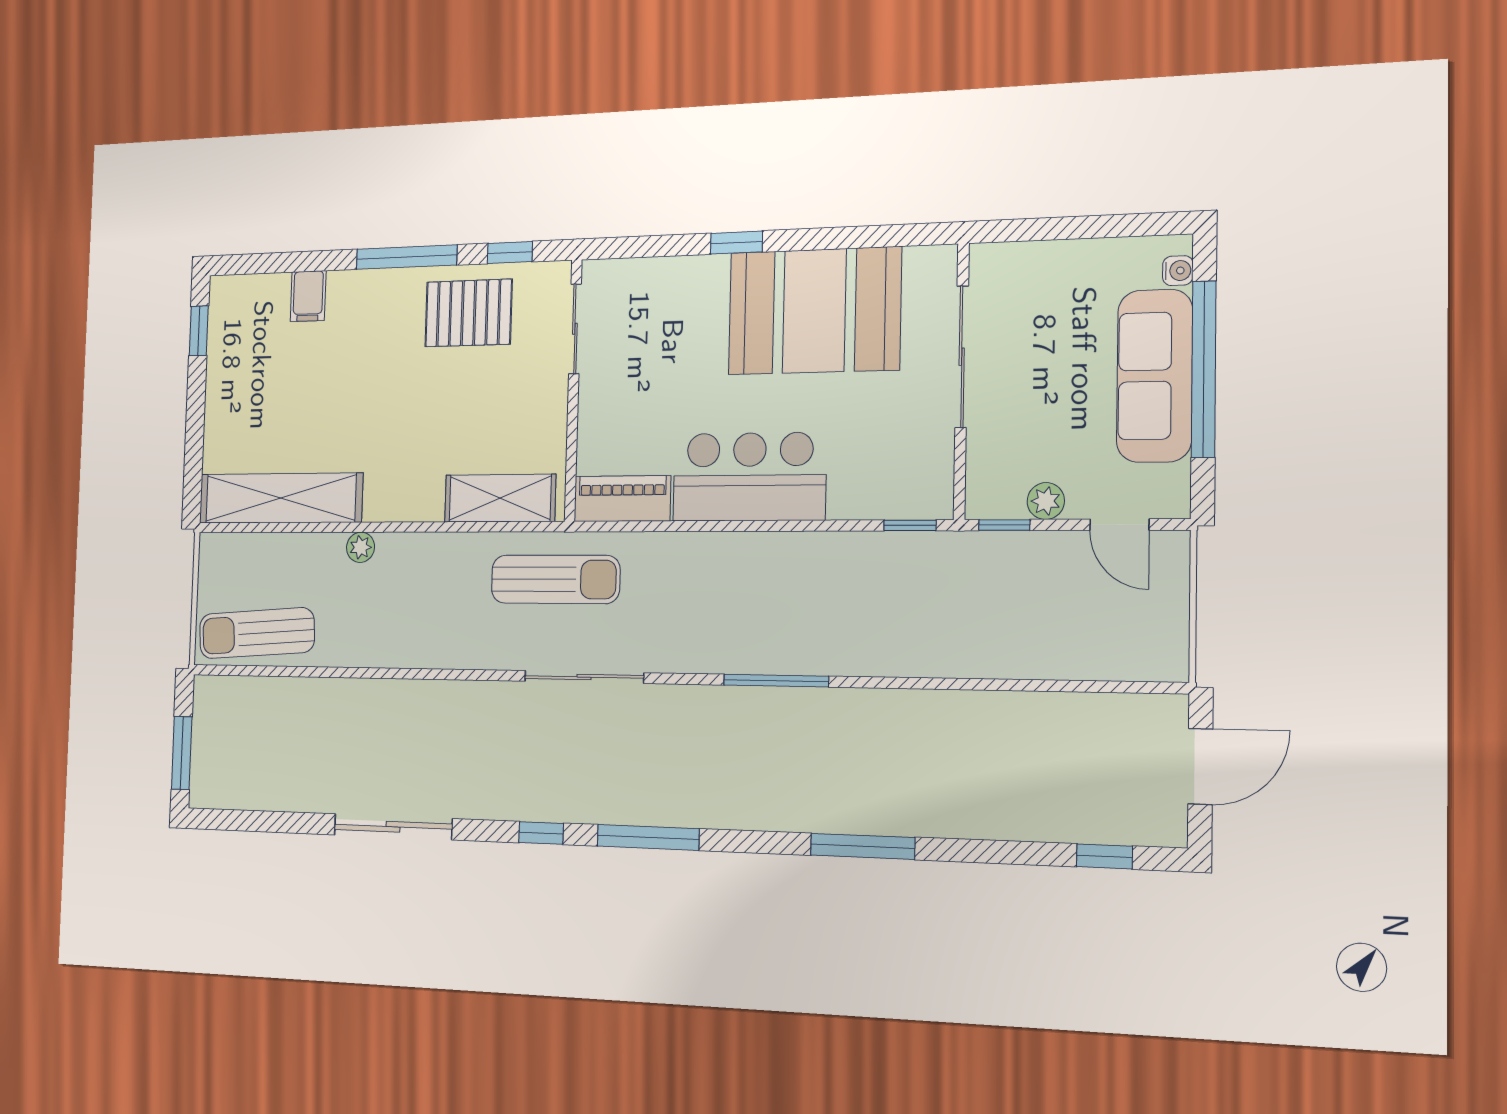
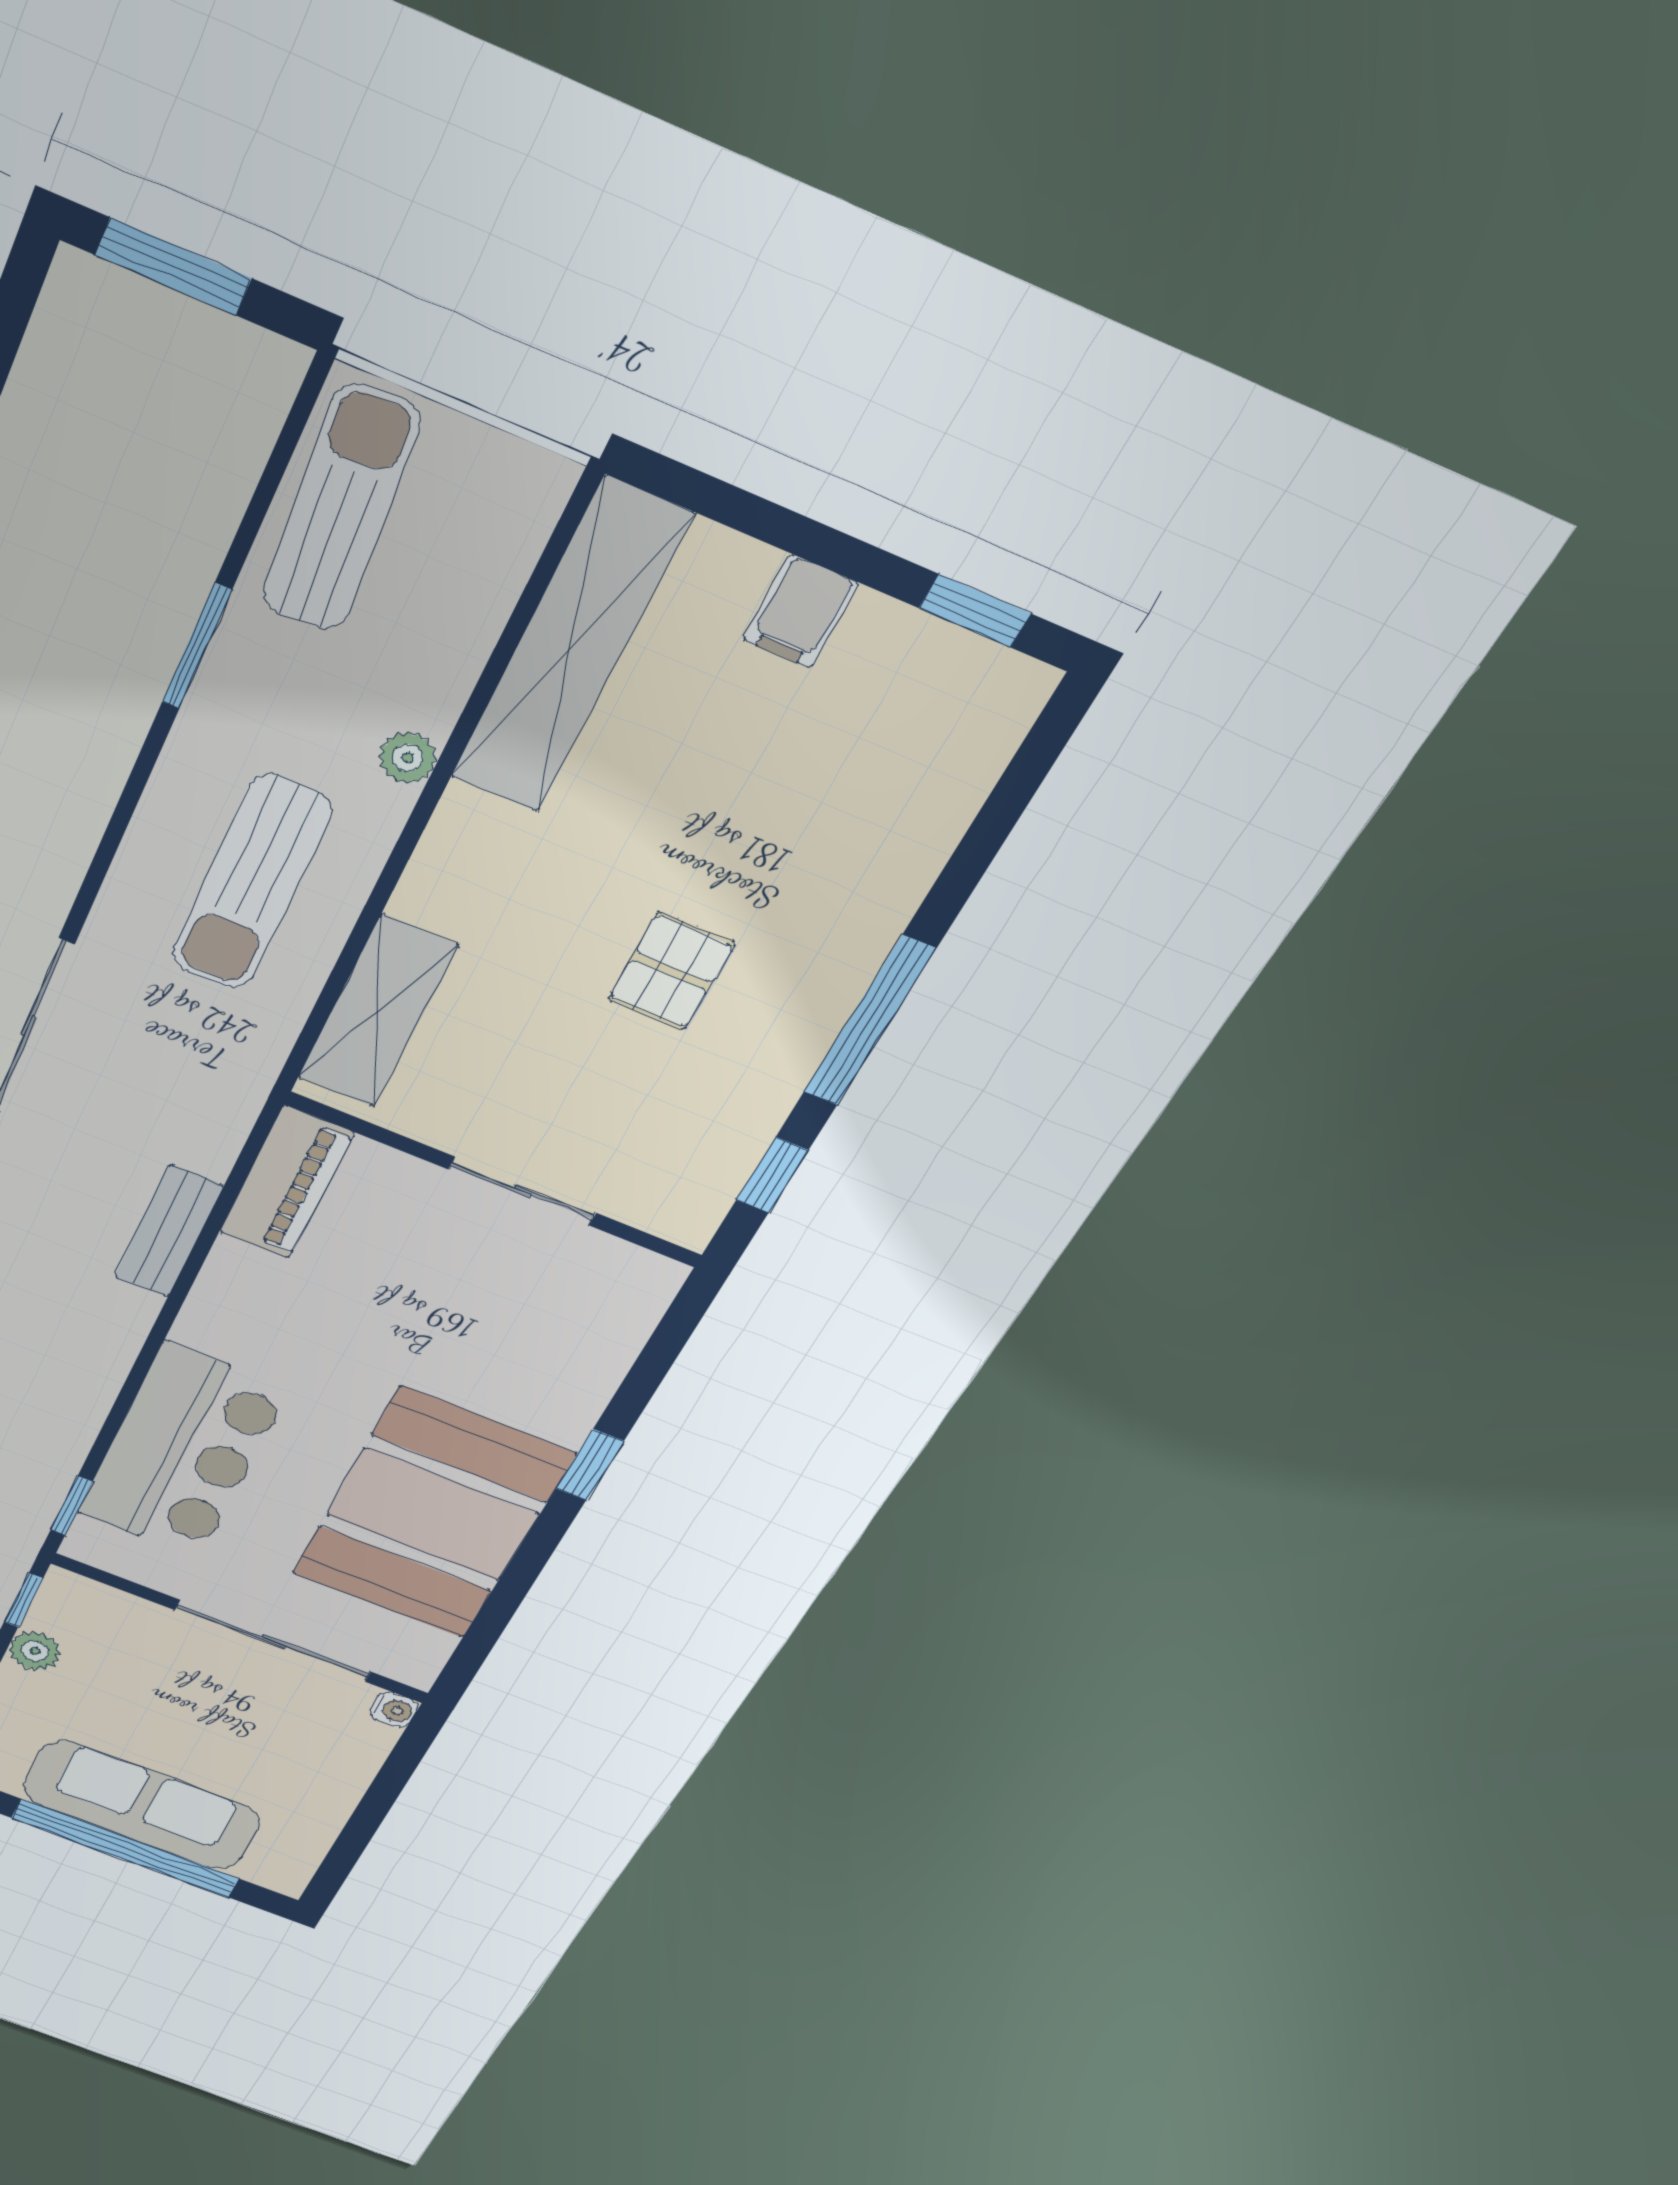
water cooler: (1178, 271) -> (394, 1710), moved, turned -90
filing cabinet: (308, 296) -> (801, 611), moved, turned -90
pallet: (468, 313) -> (671, 971), moved, width x0.67, depth x0.71
sliding door: (575, 329) -> (522, 1191), moved
bar counter: (749, 477) -> (183, 1452), moved
bench: (682, 549) -> (169, 1231), added
sun lounger: (555, 579) -> (251, 883), moved
window: (345, 673) -> (197, 646), added

